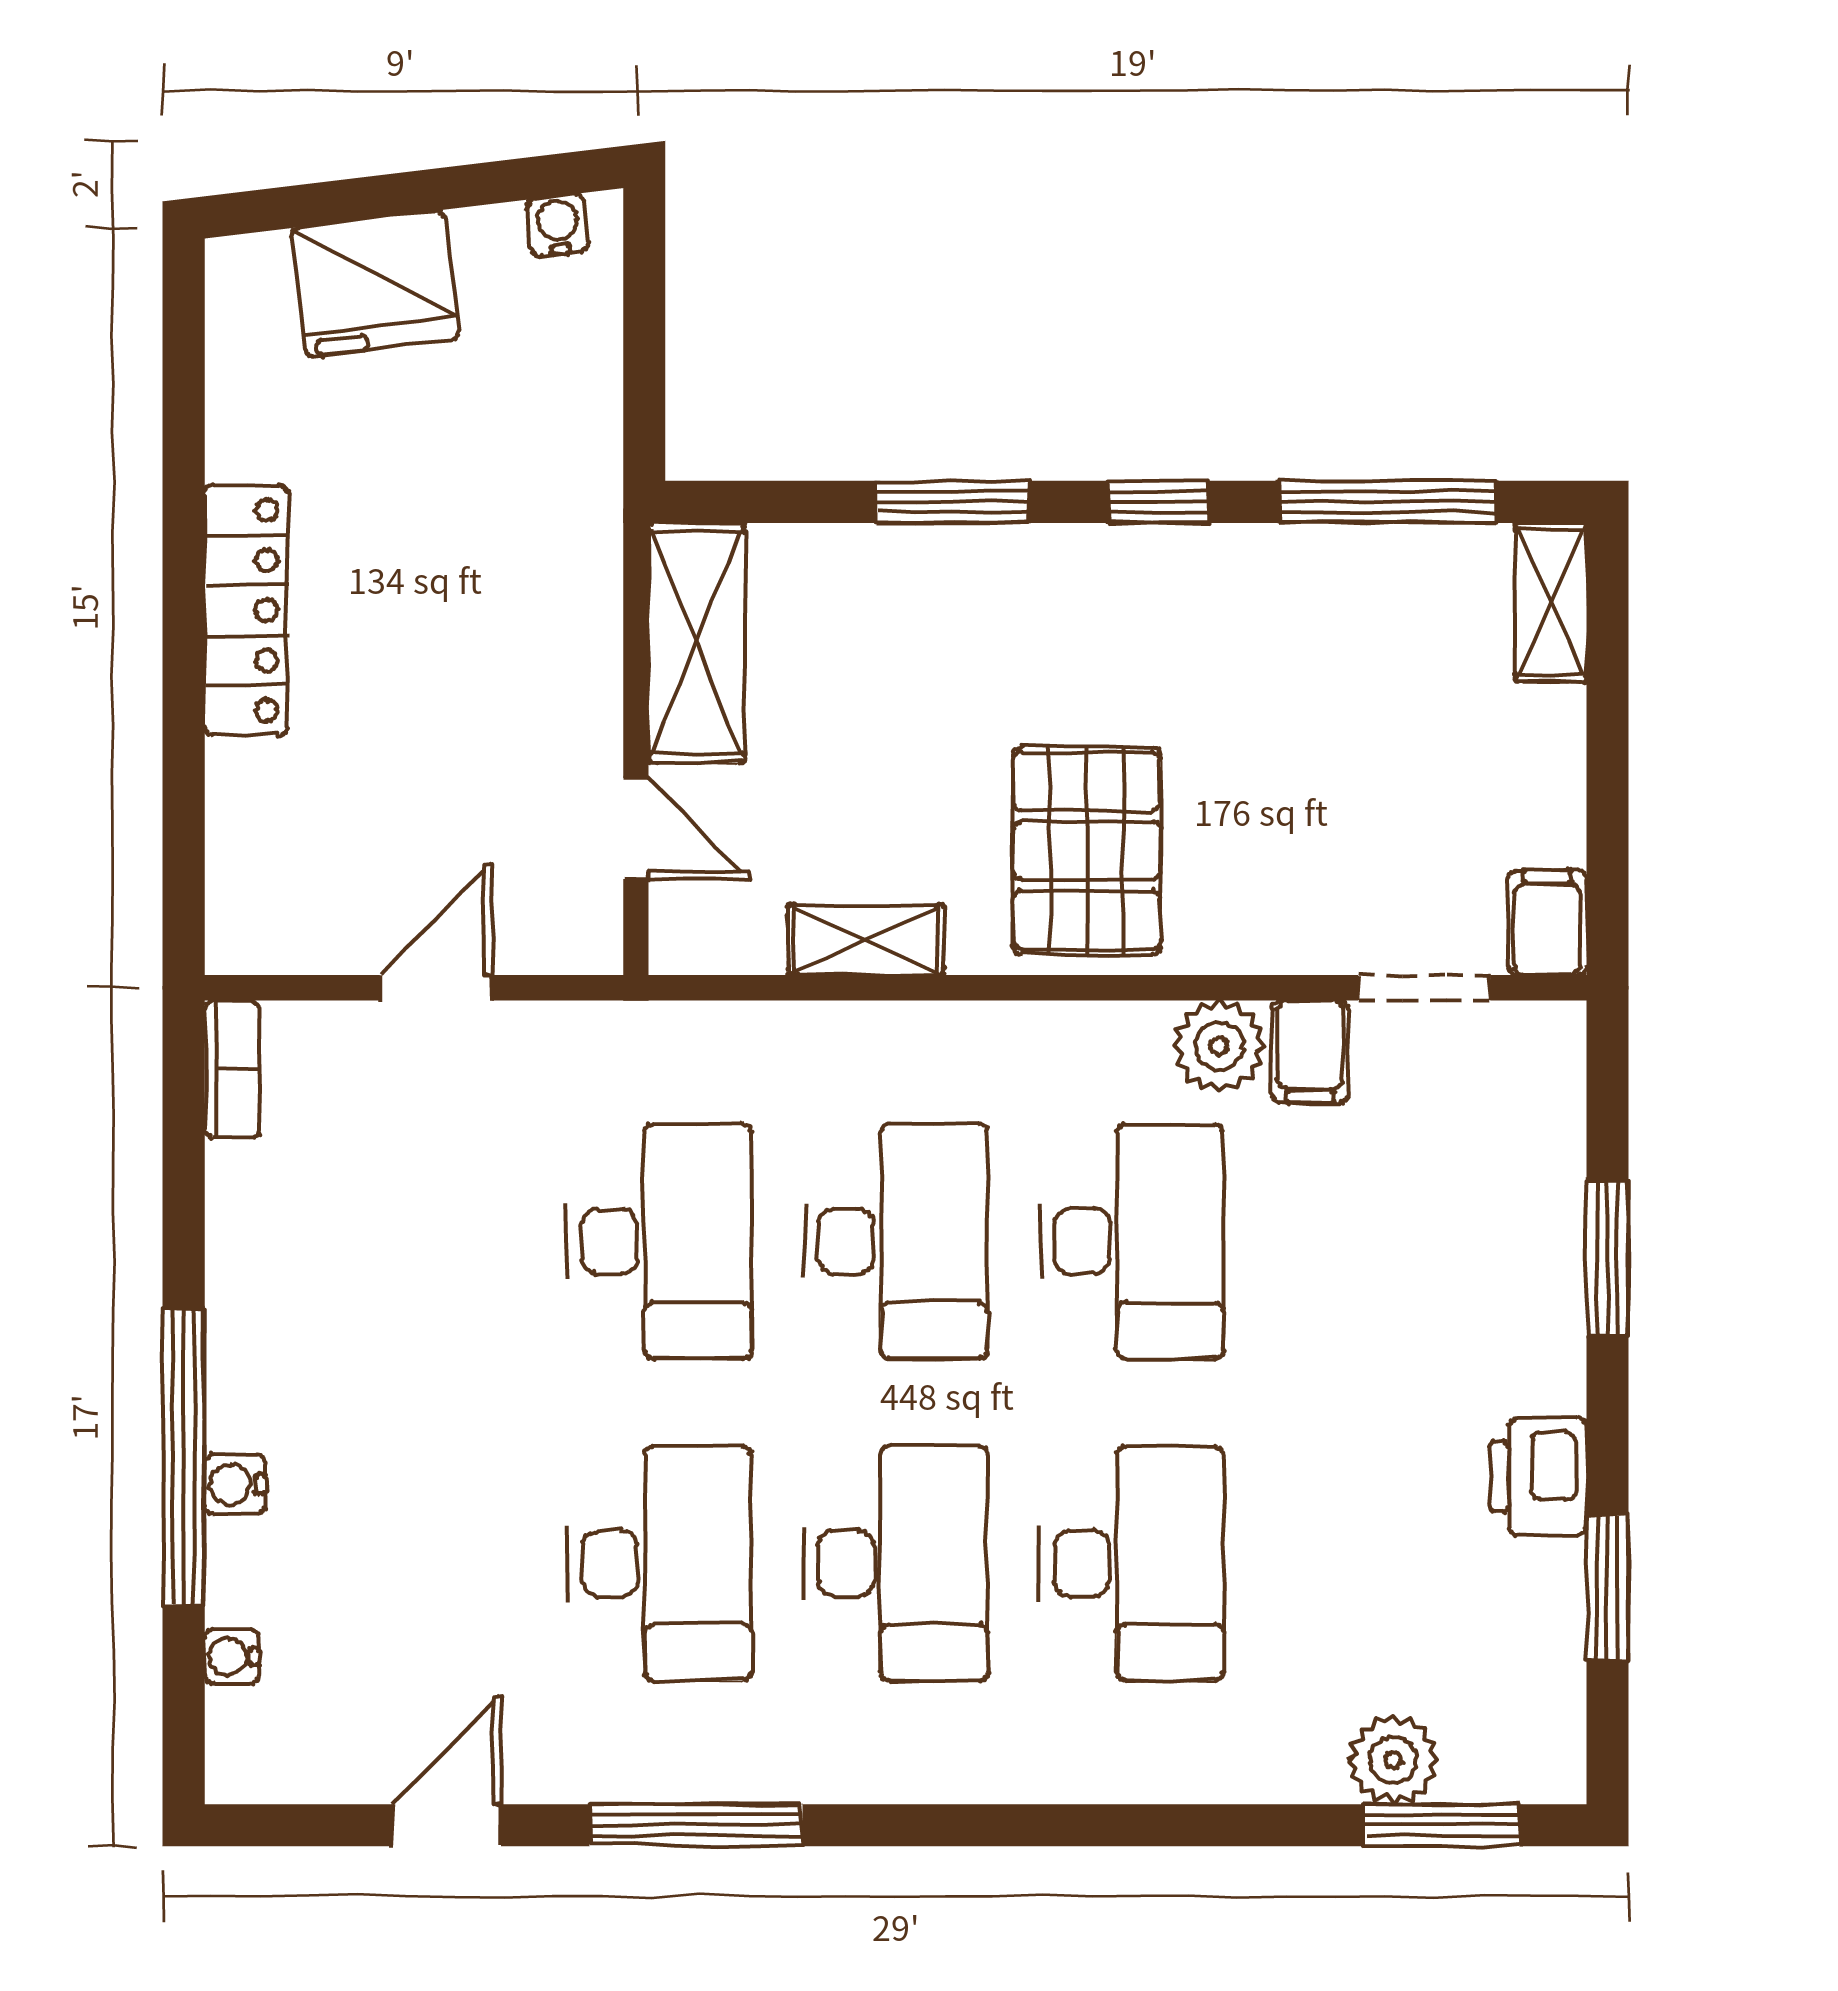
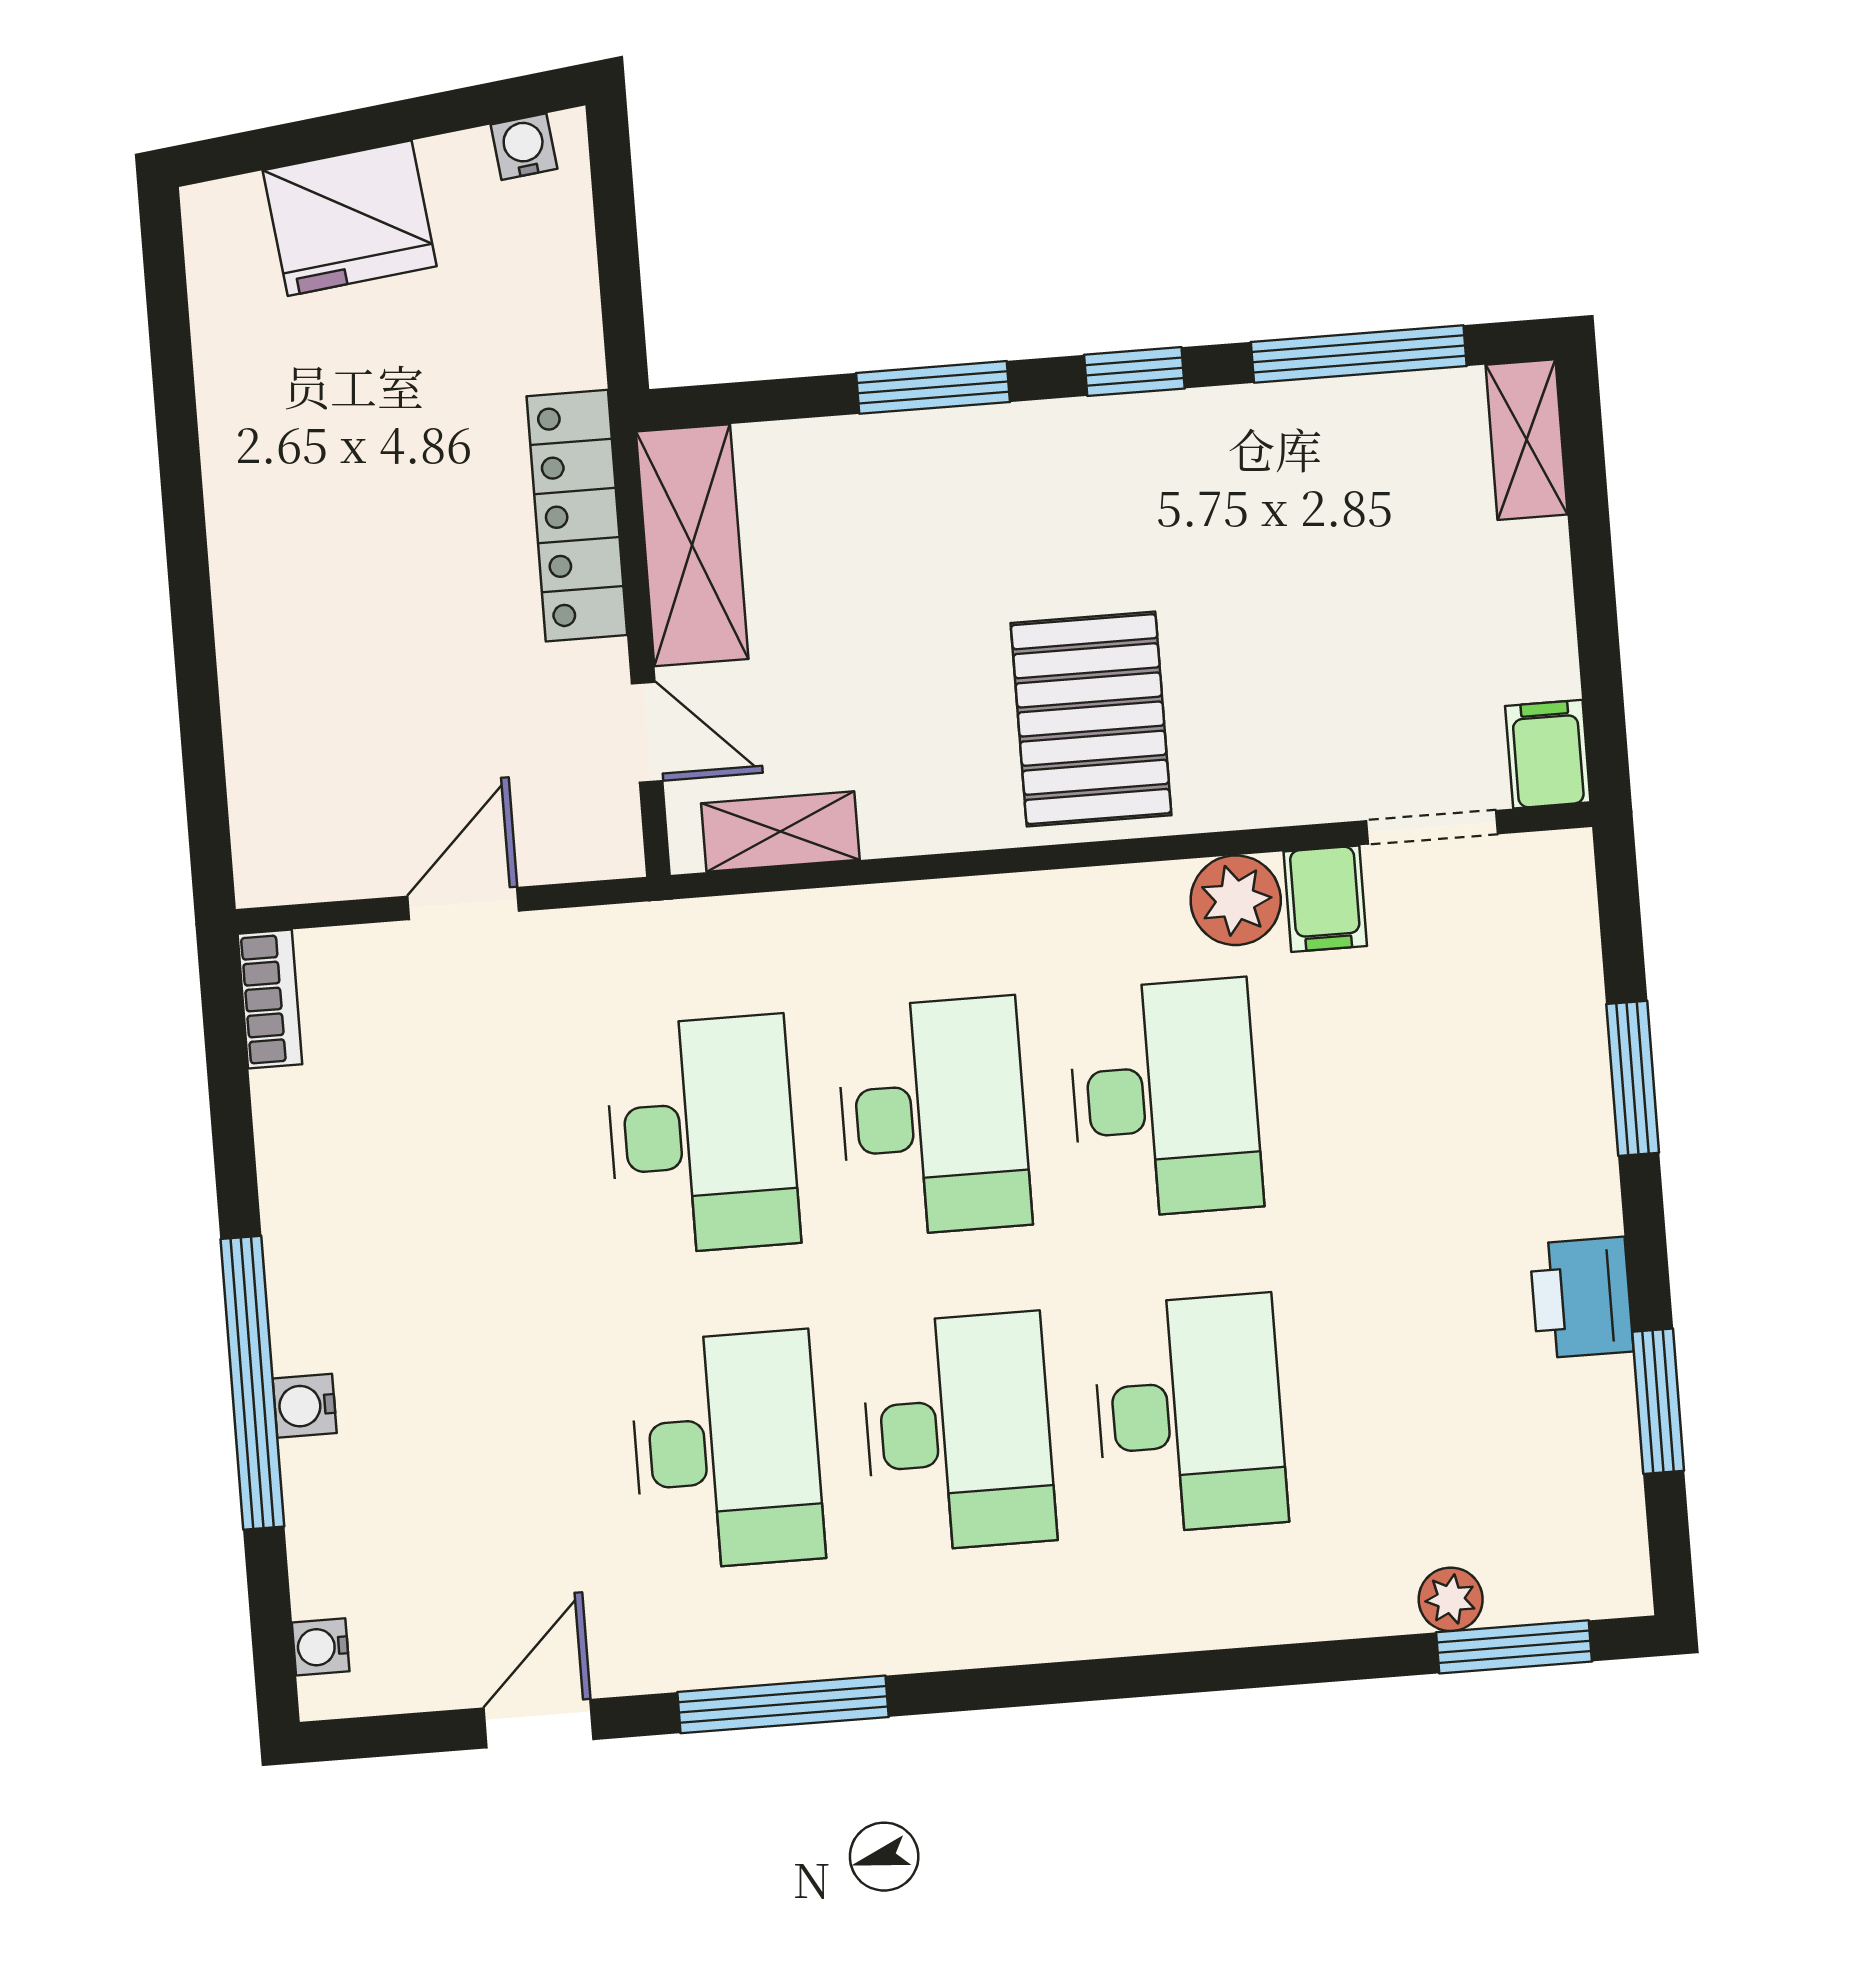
locker: (246, 610) -> (577, 516), moved, turned 180
shelving: (866, 940) -> (780, 832), moved
water cooler: (232, 1656) -> (321, 1647), moved
plant: (1393, 1760) -> (1451, 1599), width x0.73, depth x0.73

